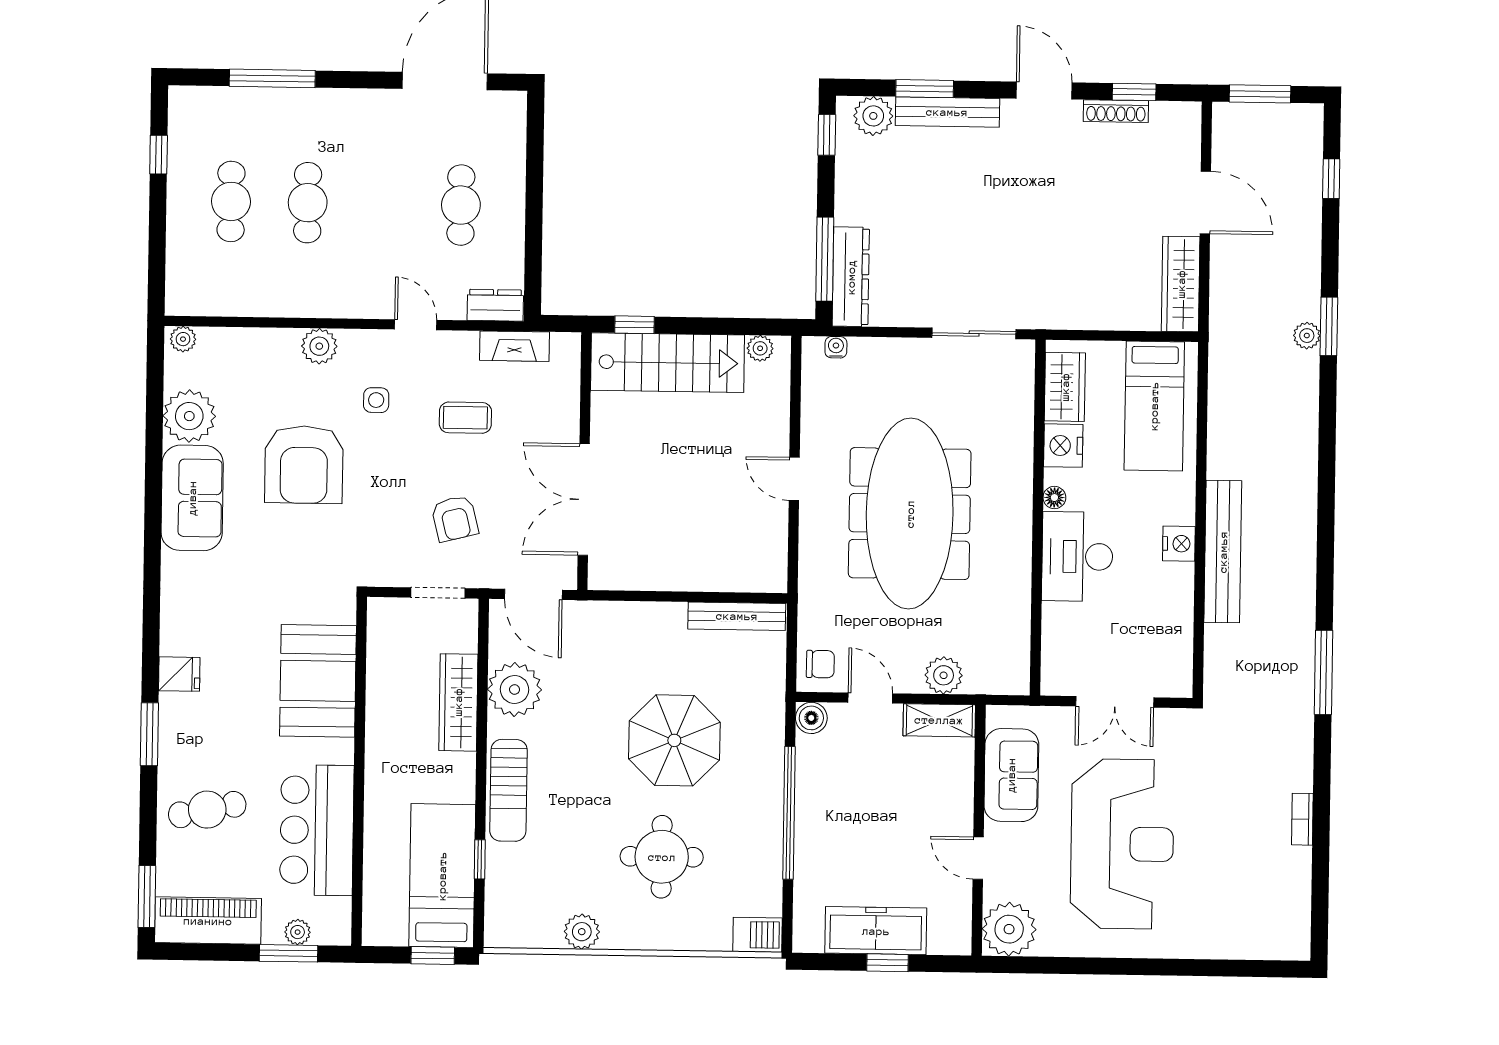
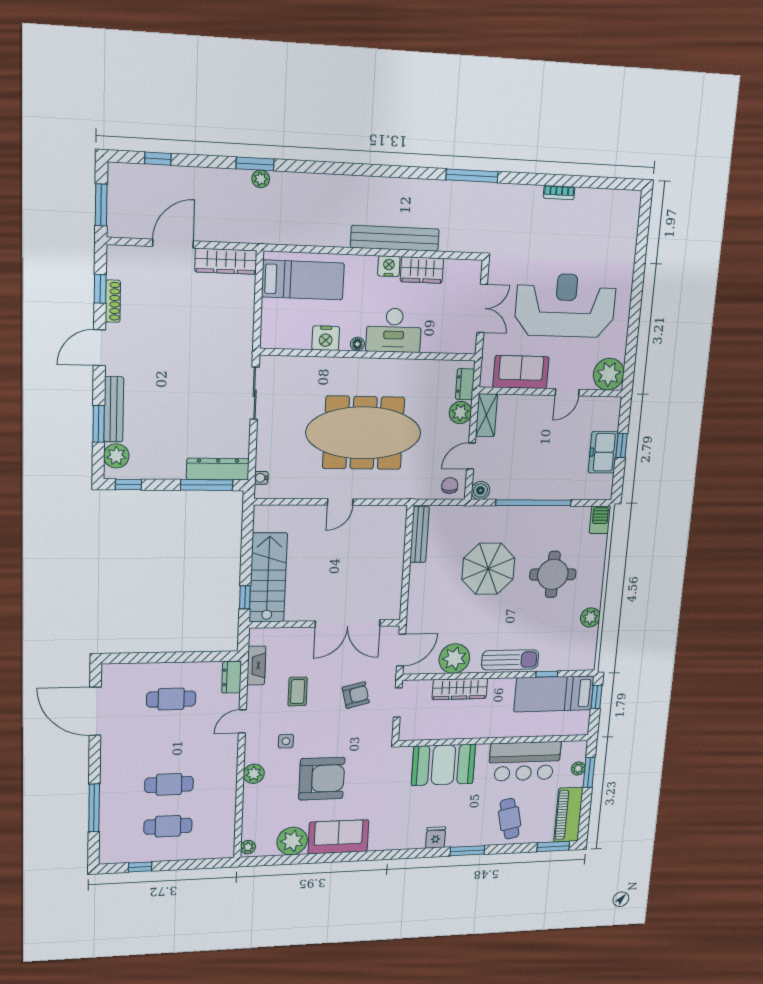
plant: (760, 348) -> (261, 523), removed
wardrobe: (1065, 387) -> (422, 270), moved, turned 180
dresser: (991, 680) -> (465, 384), added
freezer: (876, 931) -> (603, 452), width x0.71

